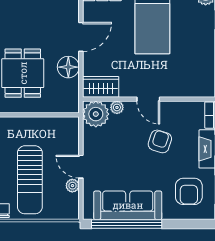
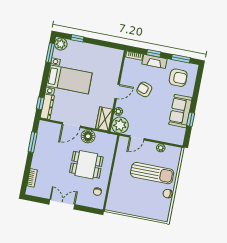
door: (81, 37) -> (71, 125), swing flipped
door: (81, 167) -> (137, 138), moved
sofa: (128, 205) -> (180, 111), width x0.73
window: (127, 224) -> (191, 119), width x0.32

